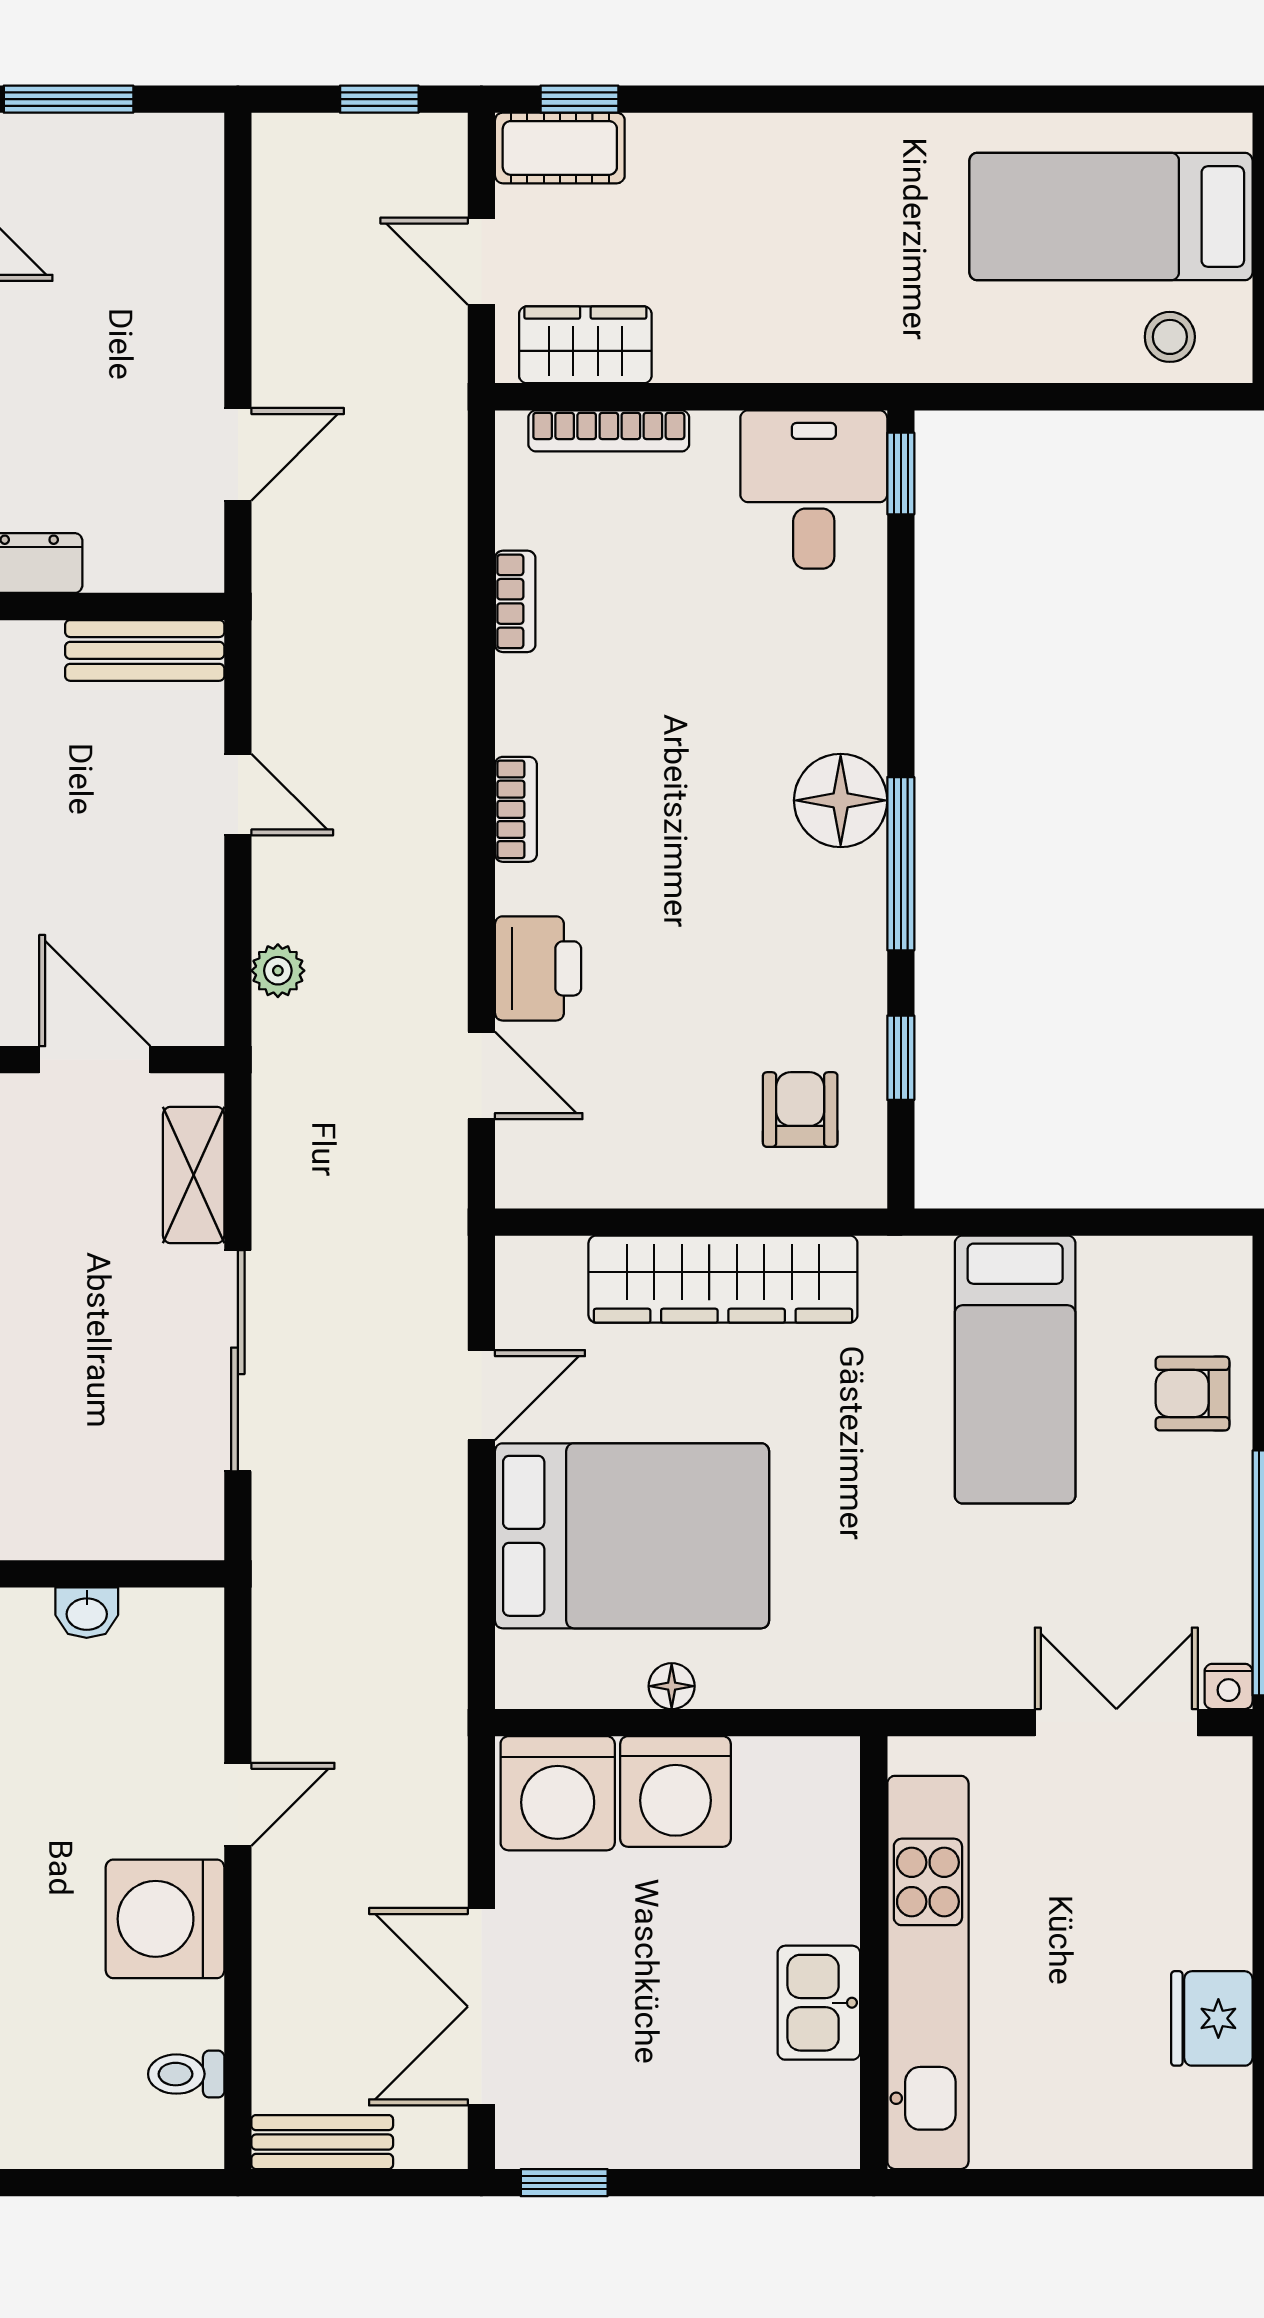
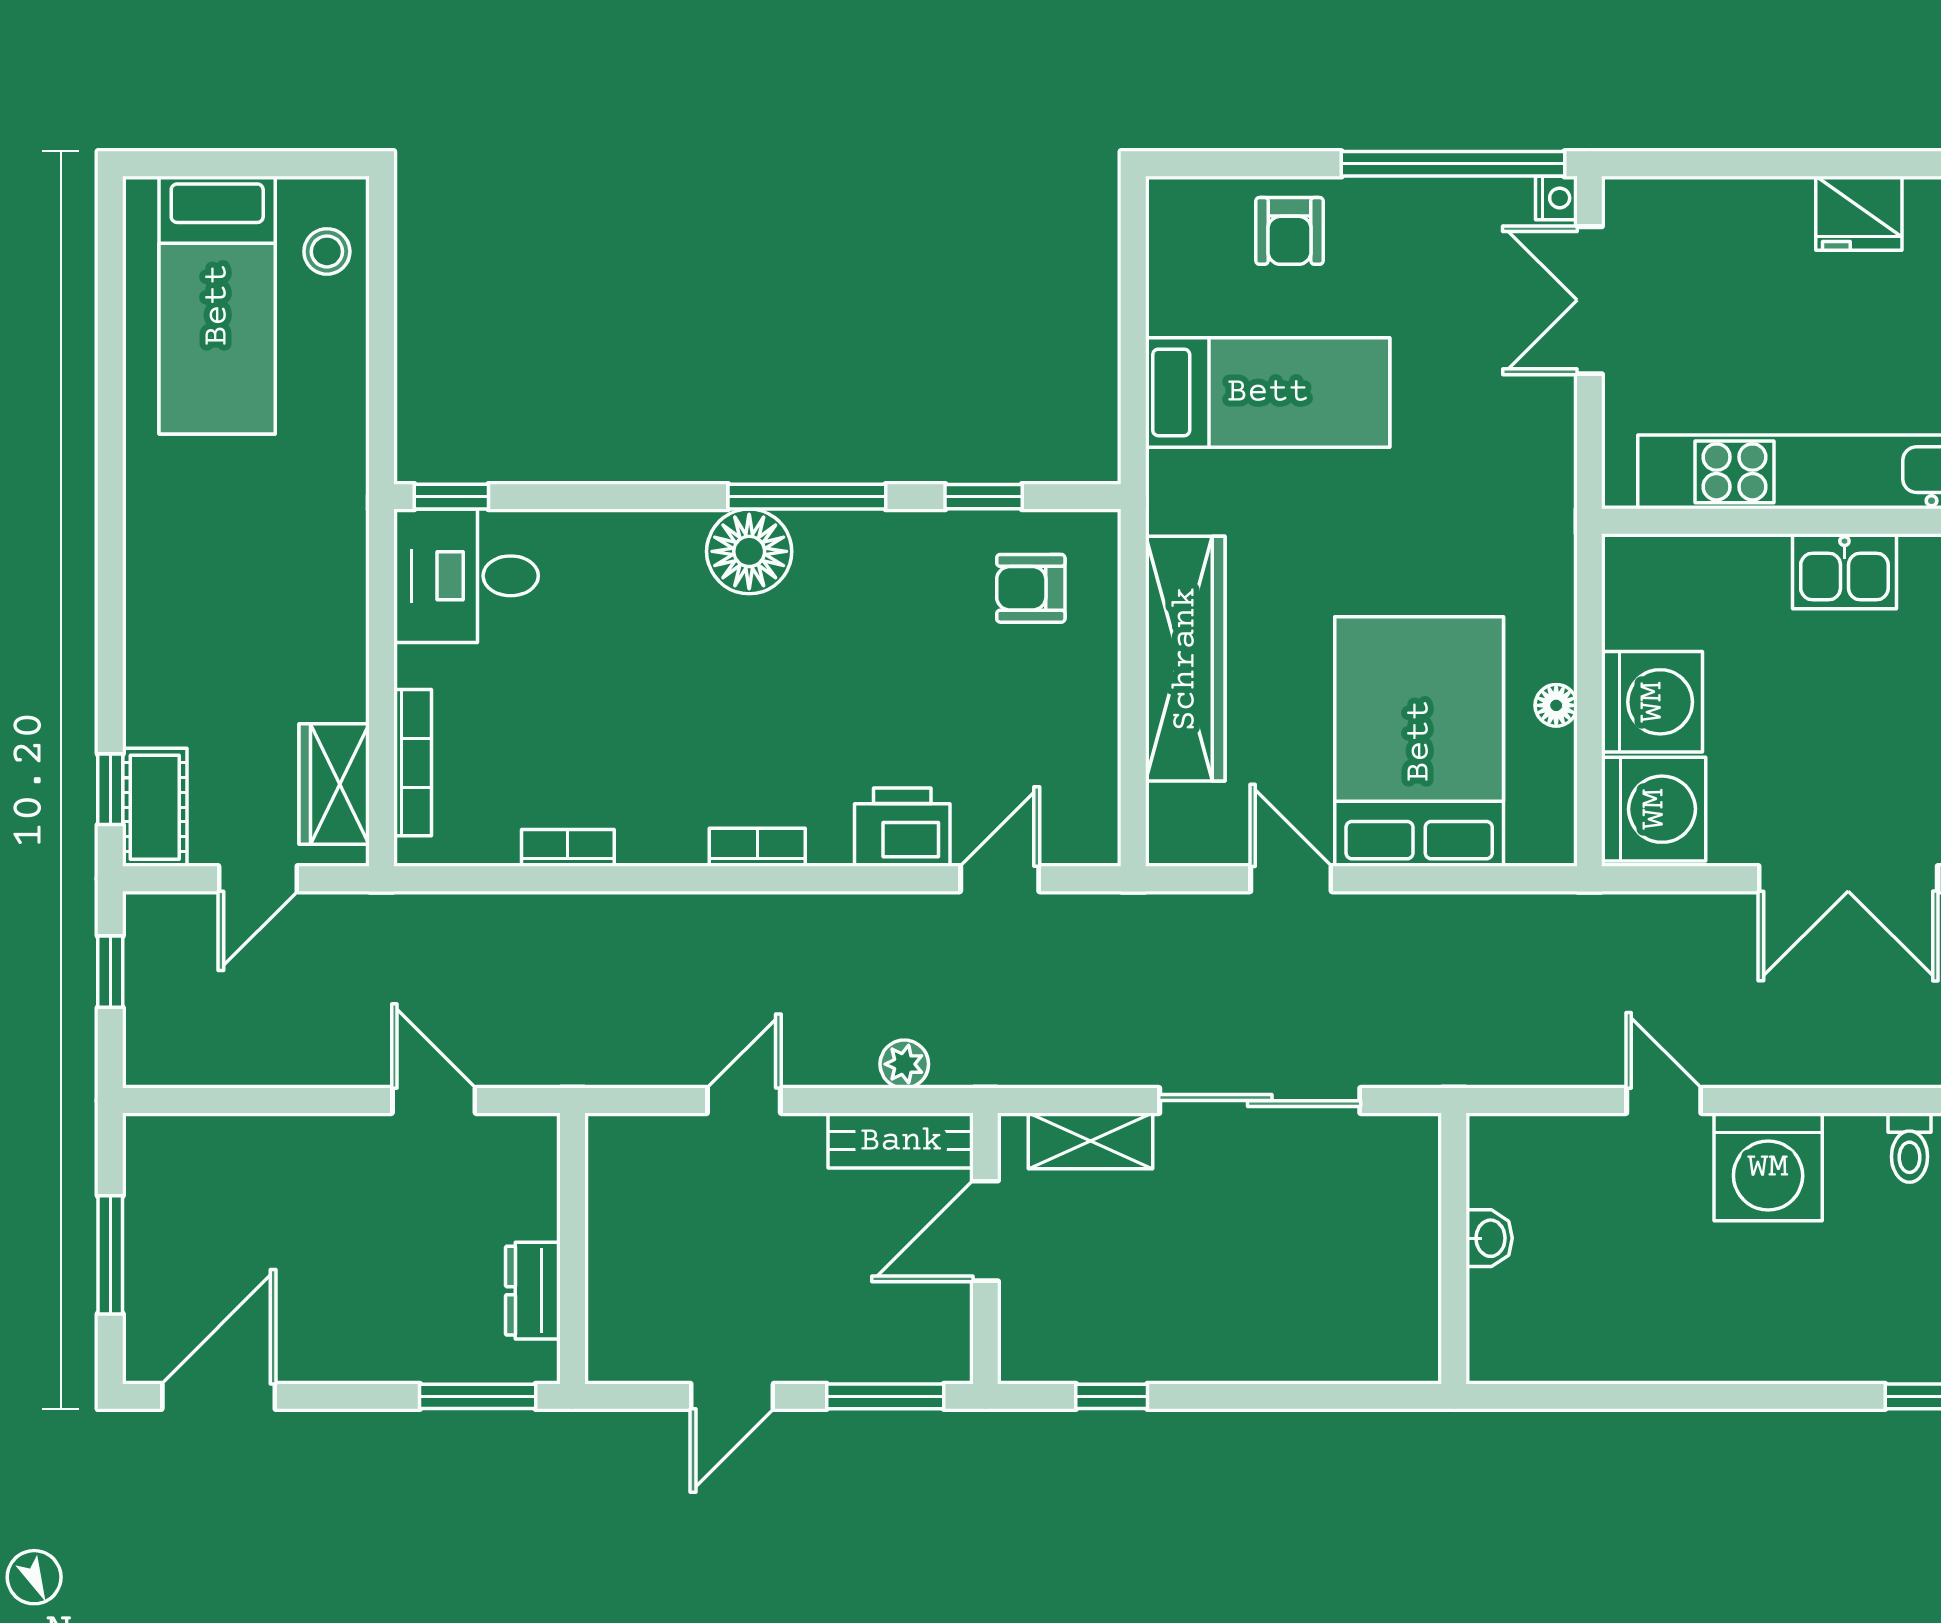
bench: (145, 650) -> (901, 1141), moved, turned 90

